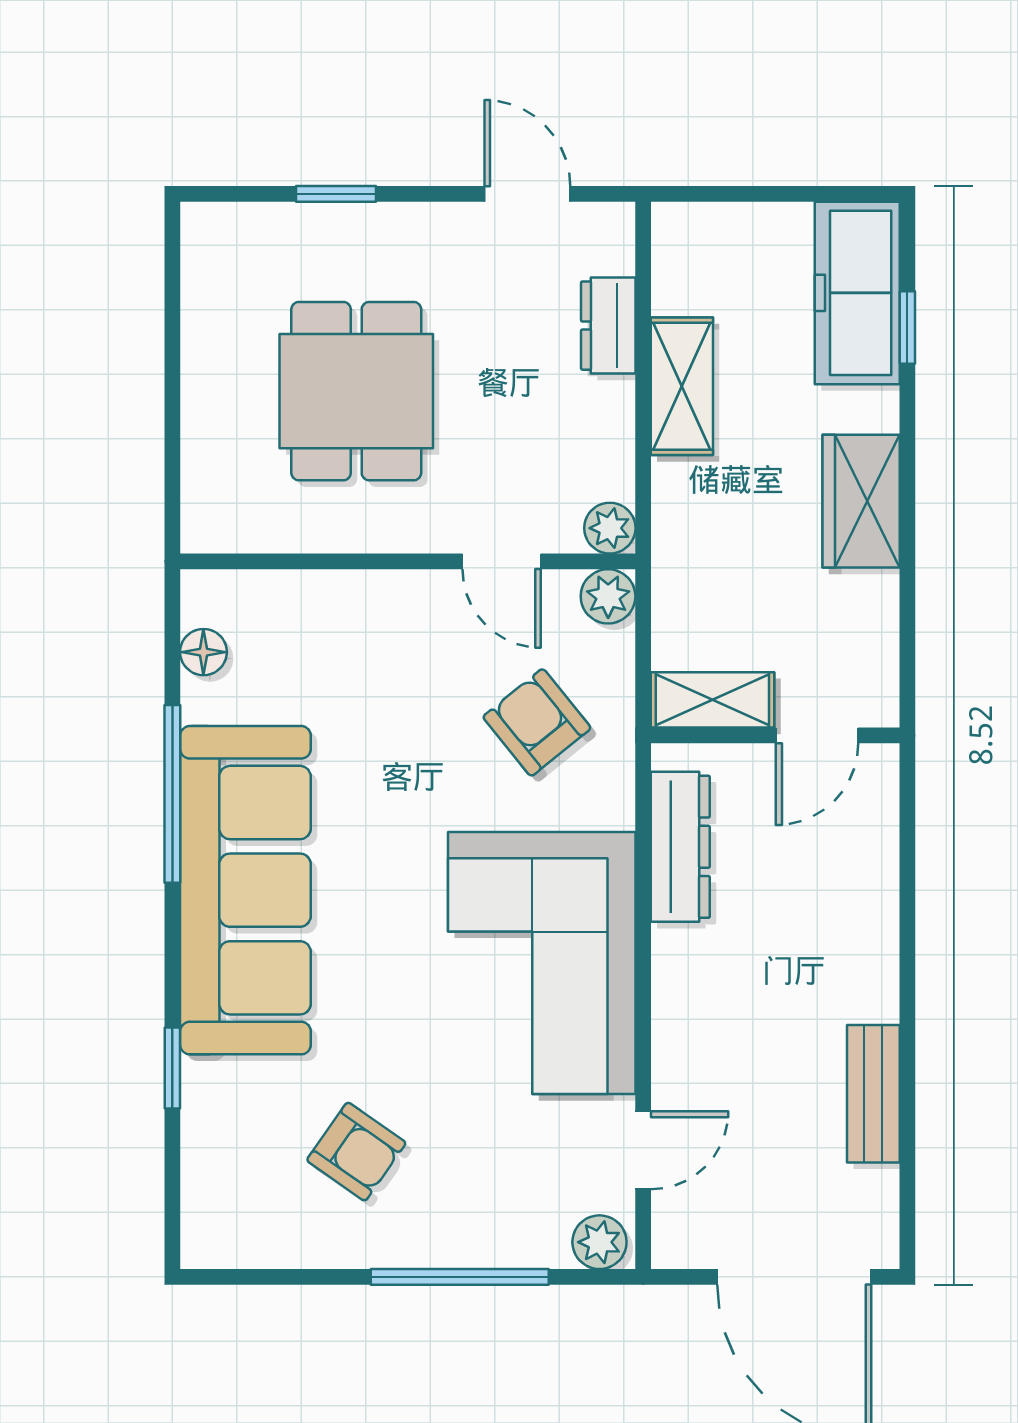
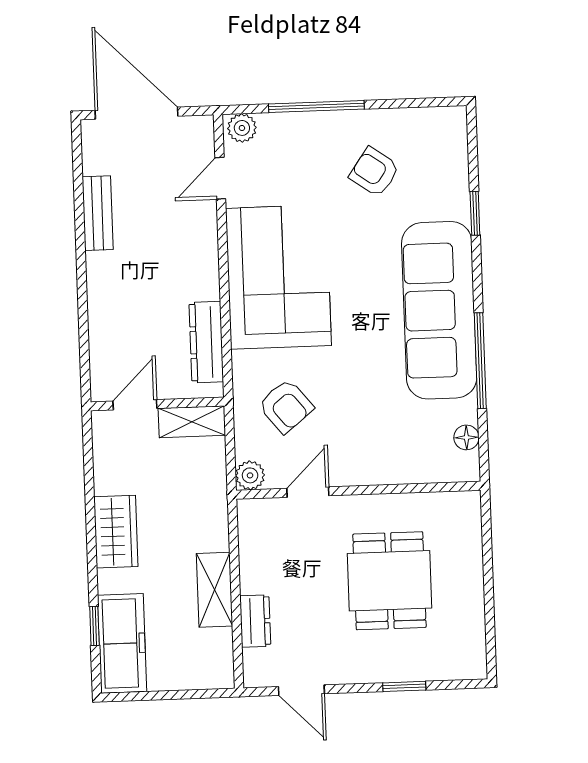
plant: (610, 528) -> (250, 512), removed
door: (502, 561) -> (308, 492), hinge flipped

